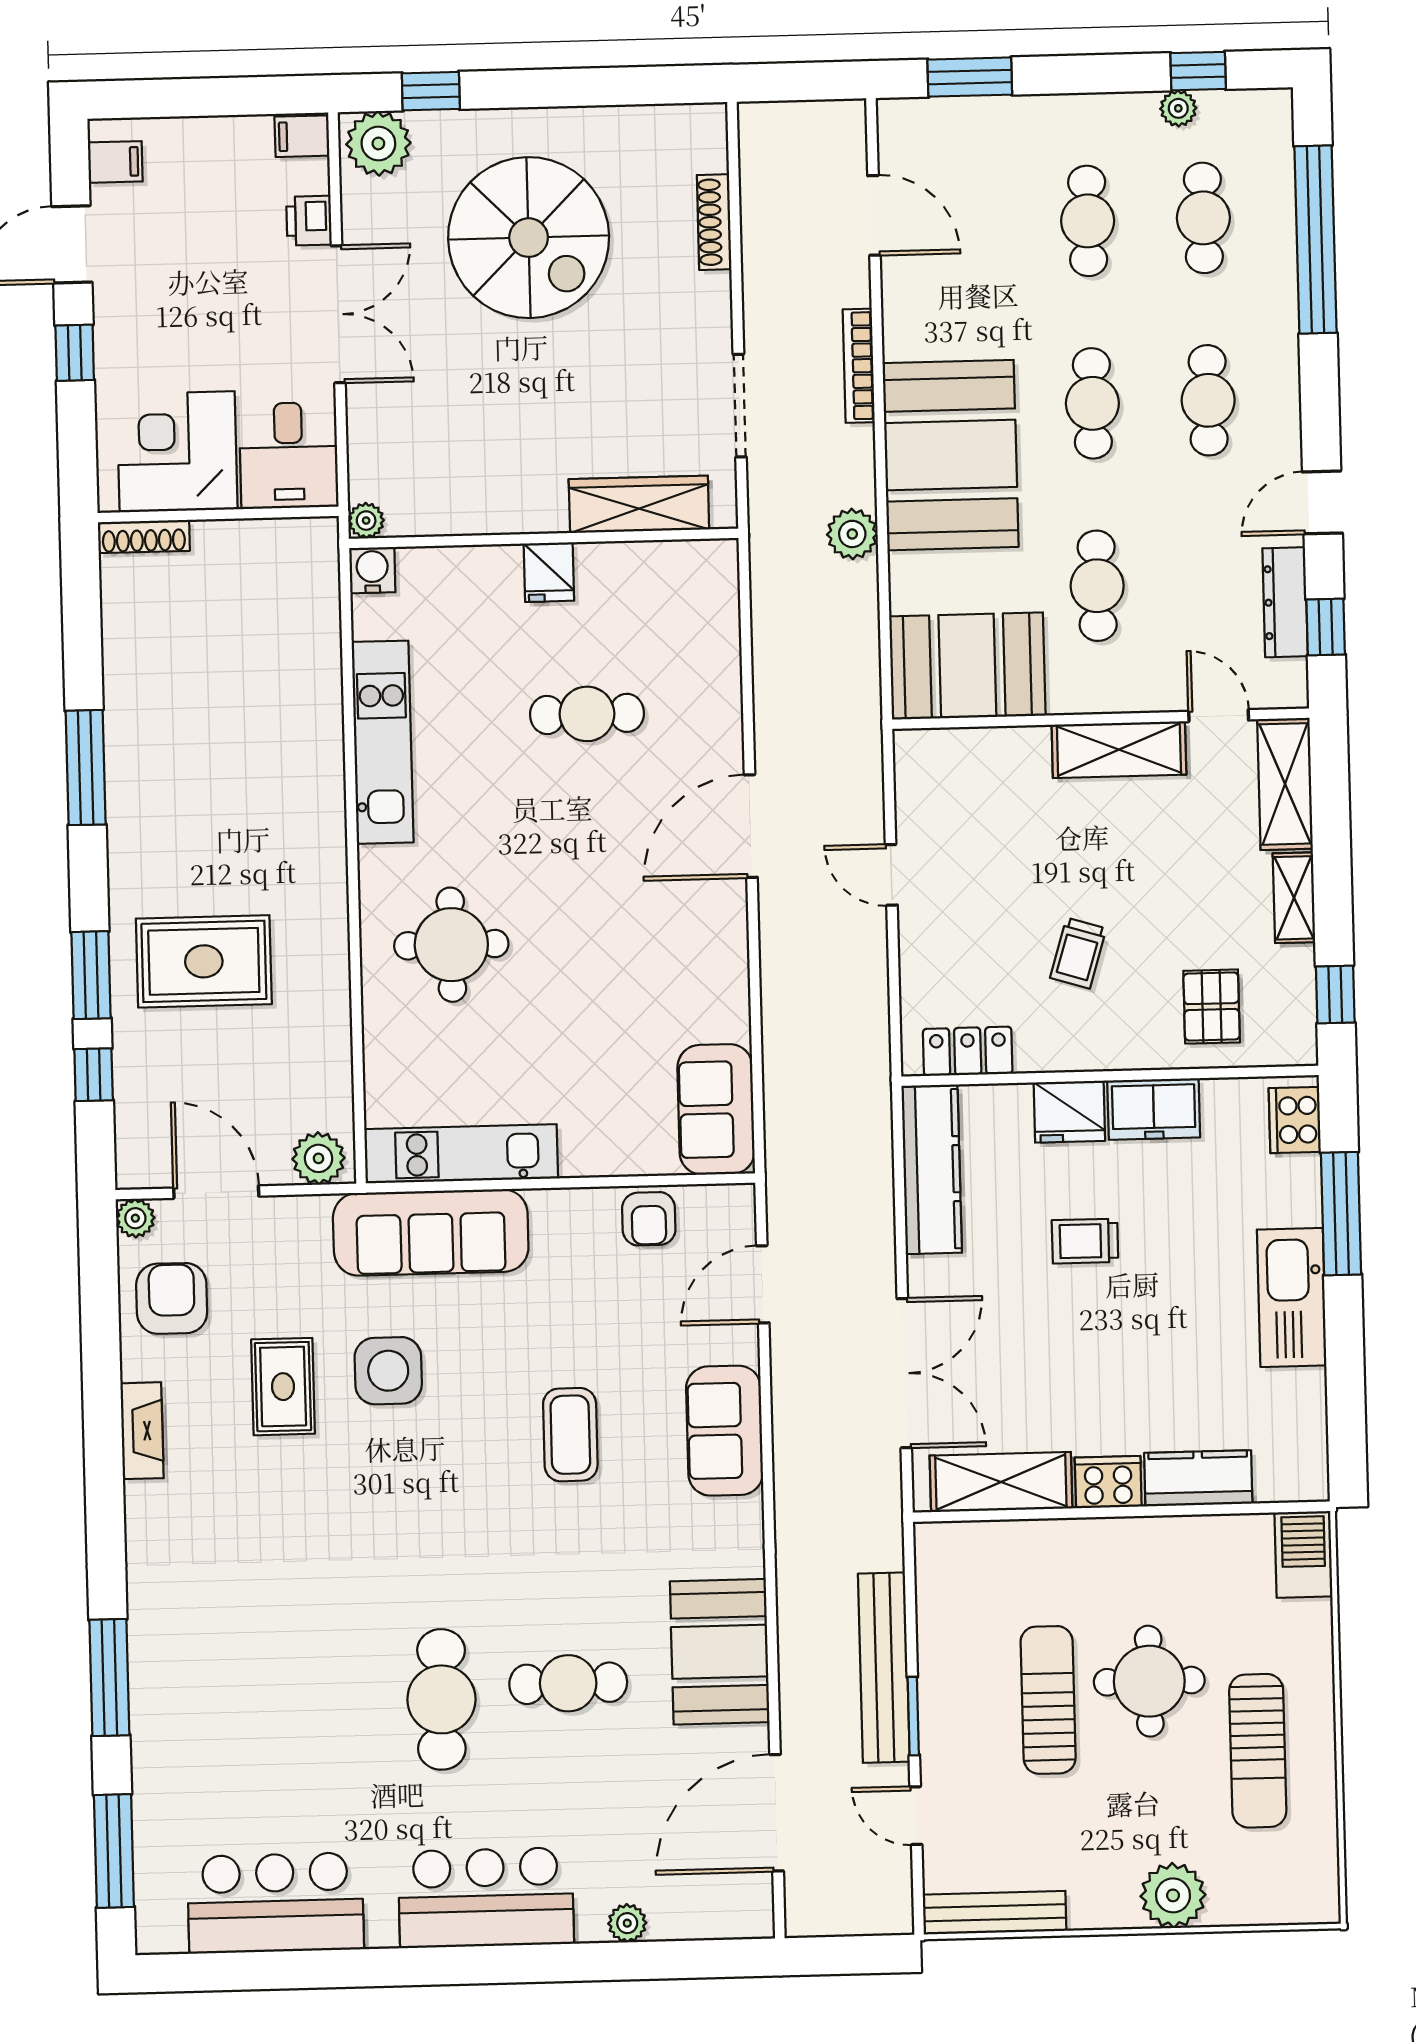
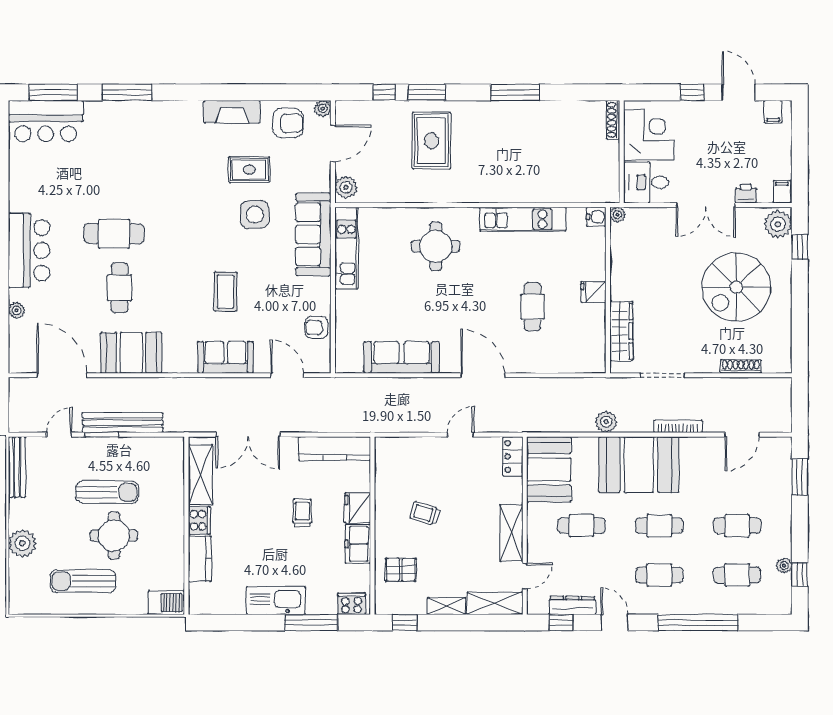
window: (1315, 240) -> (698, 623), moved
locker: (968, 1051) -> (513, 456), moved, turned 180
sofa: (716, 1109) -> (401, 357), moved, width x1.36
fireplace: (142, 1431) -> (232, 112), width x1.37, depth x1.32
coffee table: (570, 1435) -> (225, 292), turned 90
bar counter: (275, 1903) -> (46, 121), moved, turned 90

